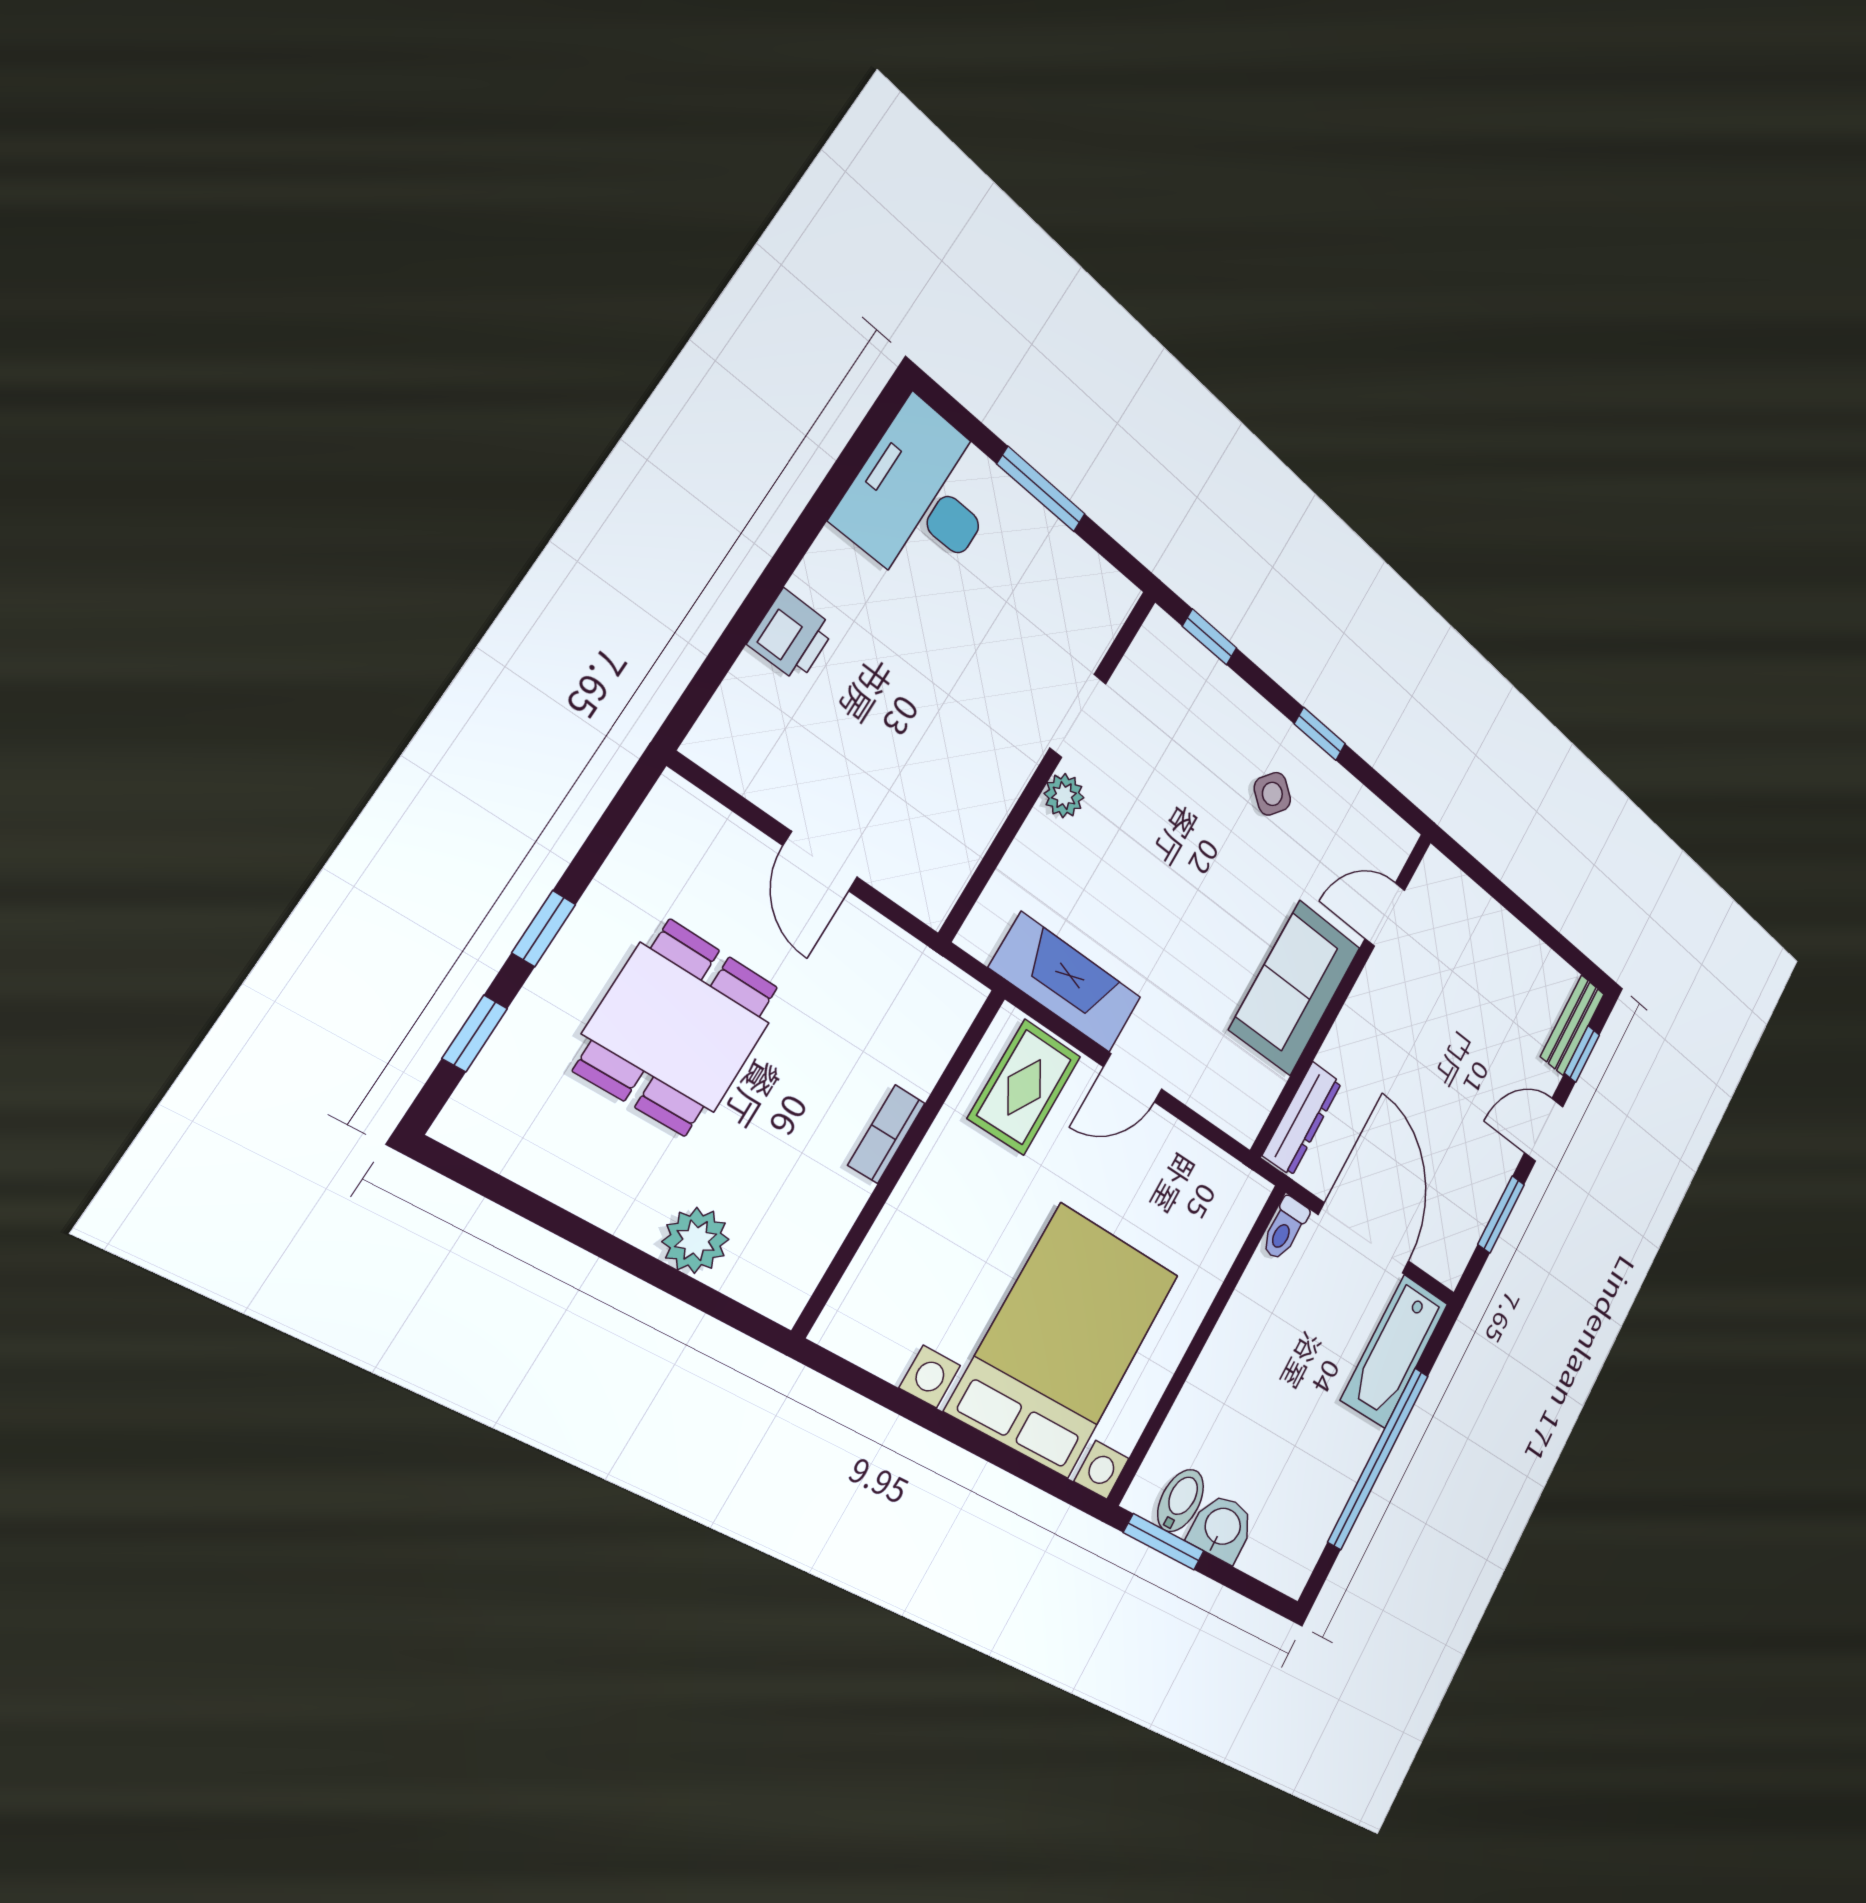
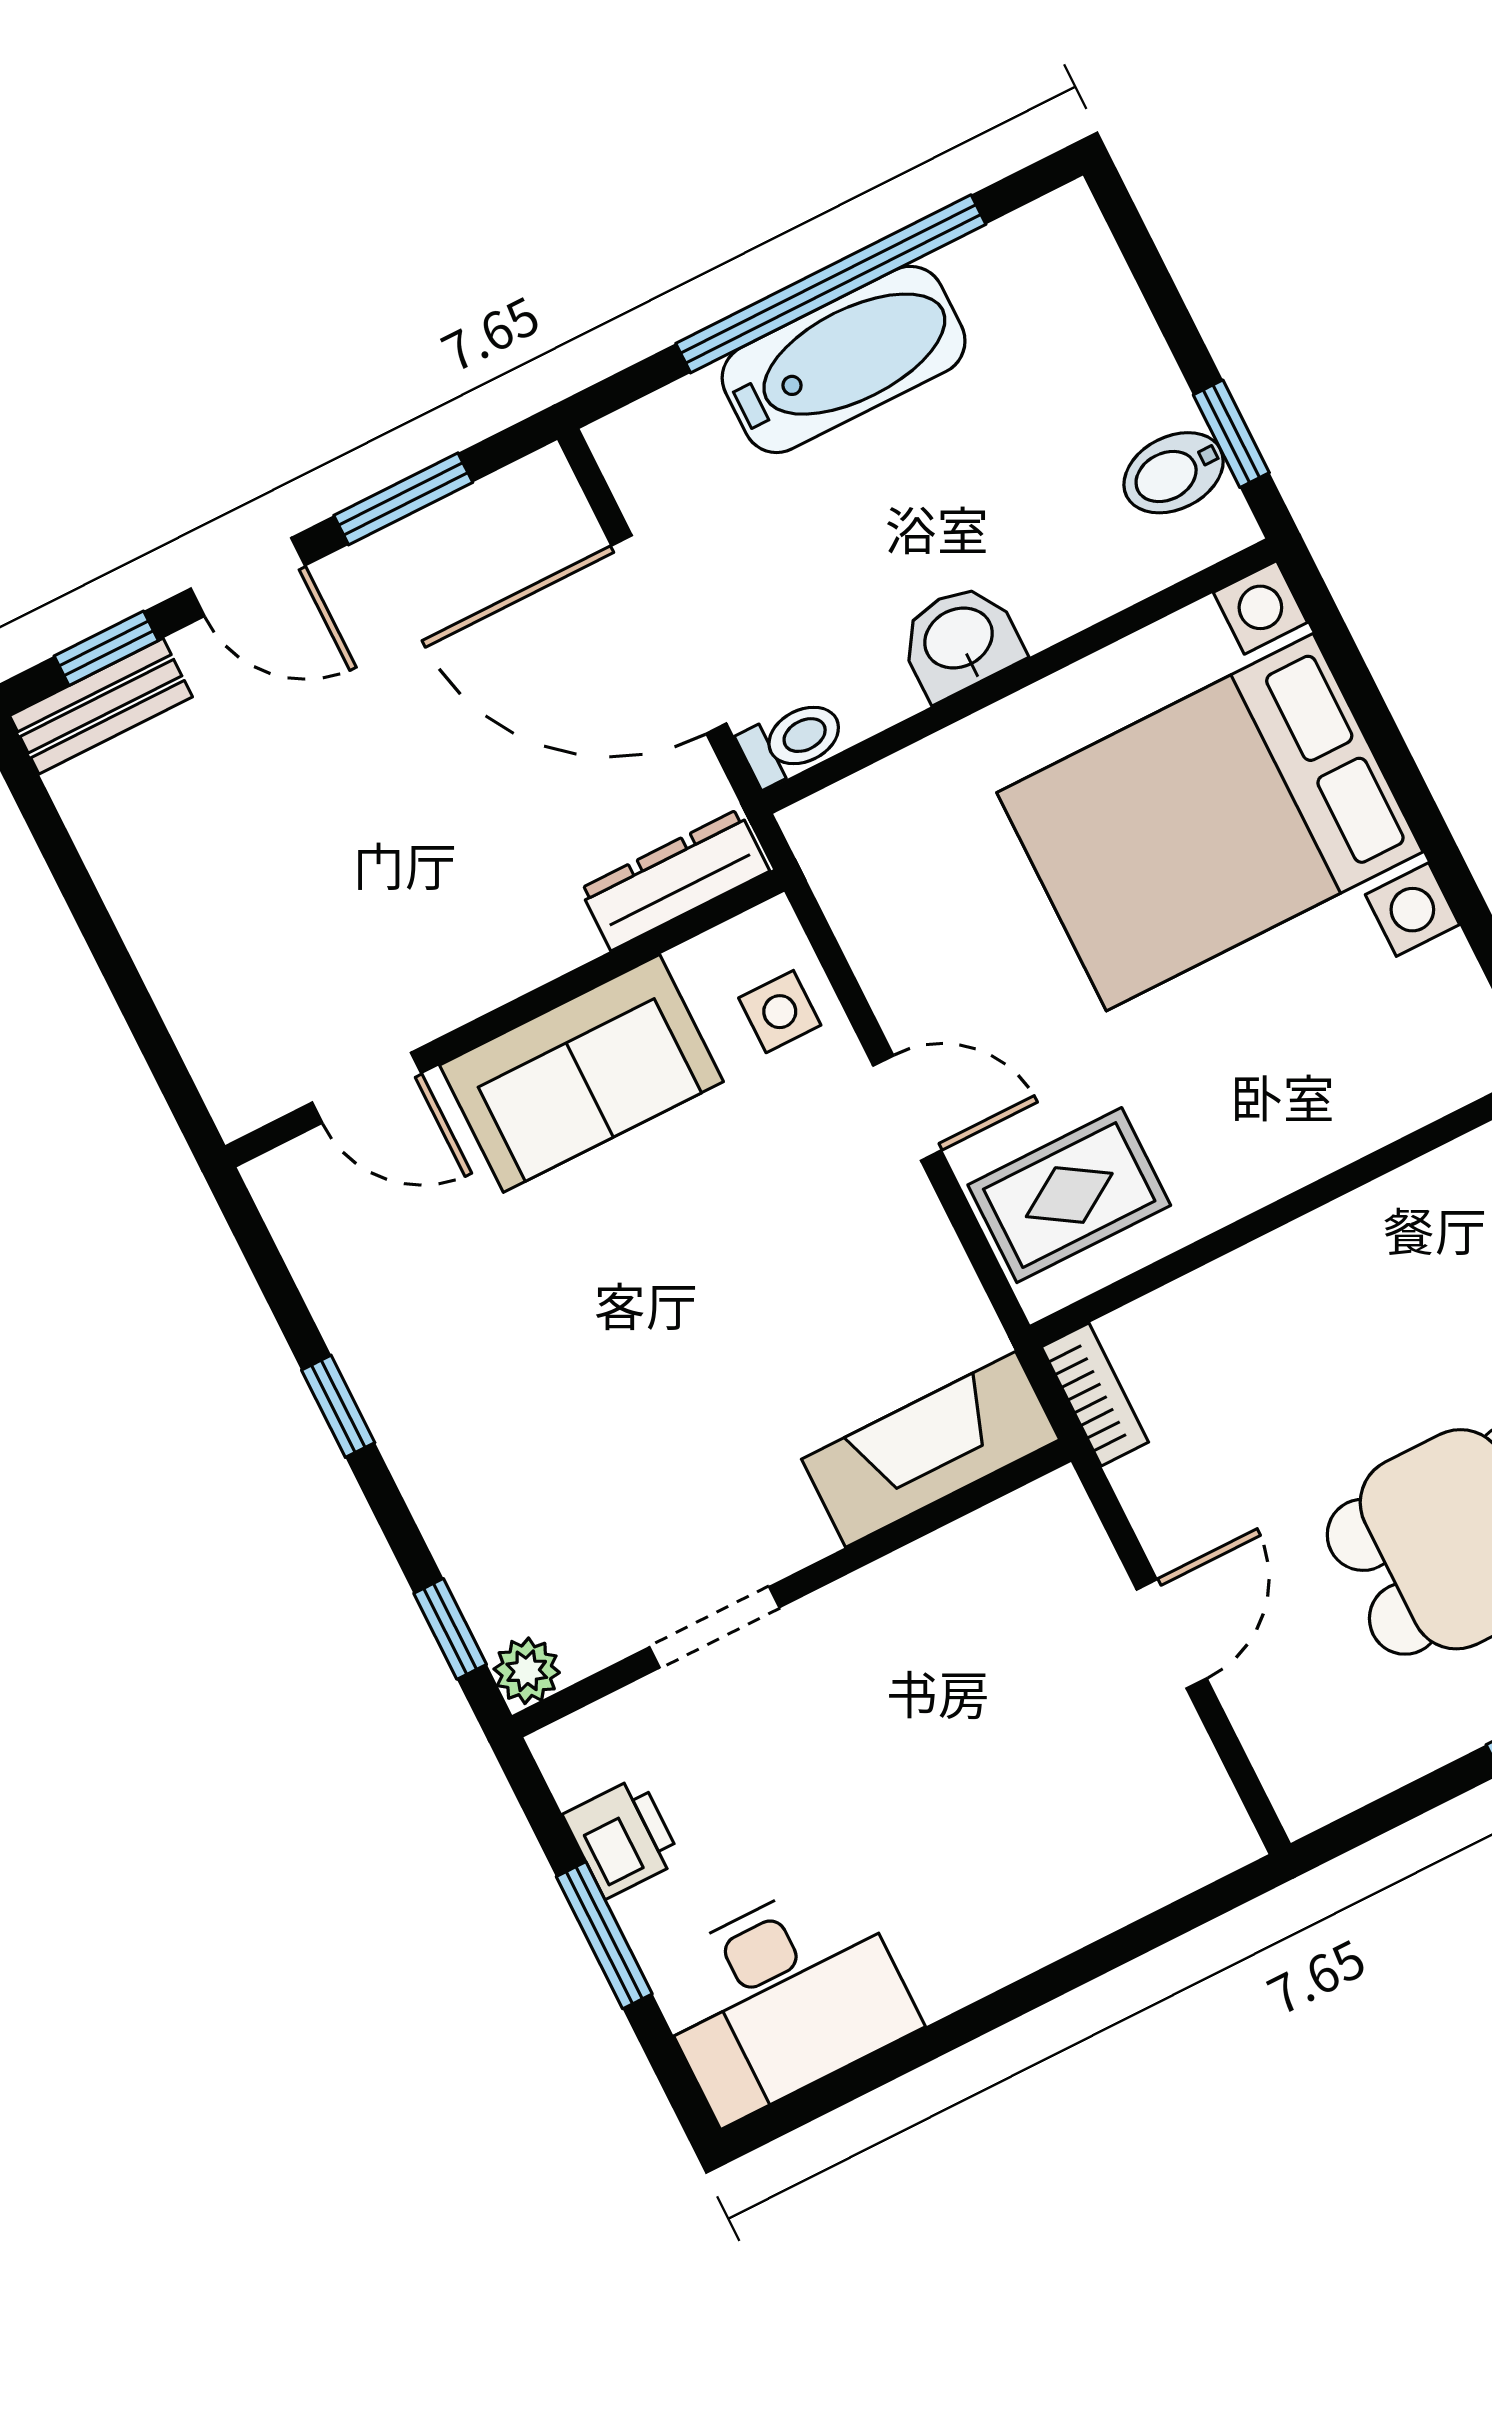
printer: (792, 636) -> (622, 1838), moved, turned 90
side table: (1272, 794) -> (780, 1012), moved, turned -38
plant: (1064, 796) -> (527, 1671), moved
fireplace: (1066, 983) -> (931, 1449), moved, turned 90
bookcase: (887, 1134) -> (1095, 1394), moved, turned -90
door: (1364, 1238) -> (669, 634), hinge flipped
bathtub: (1395, 1352) -> (844, 359), moved
washbasin: (1222, 1528) -> (960, 640), moved, turned 90
window: (1164, 1542) -> (1231, 434), width x0.67

